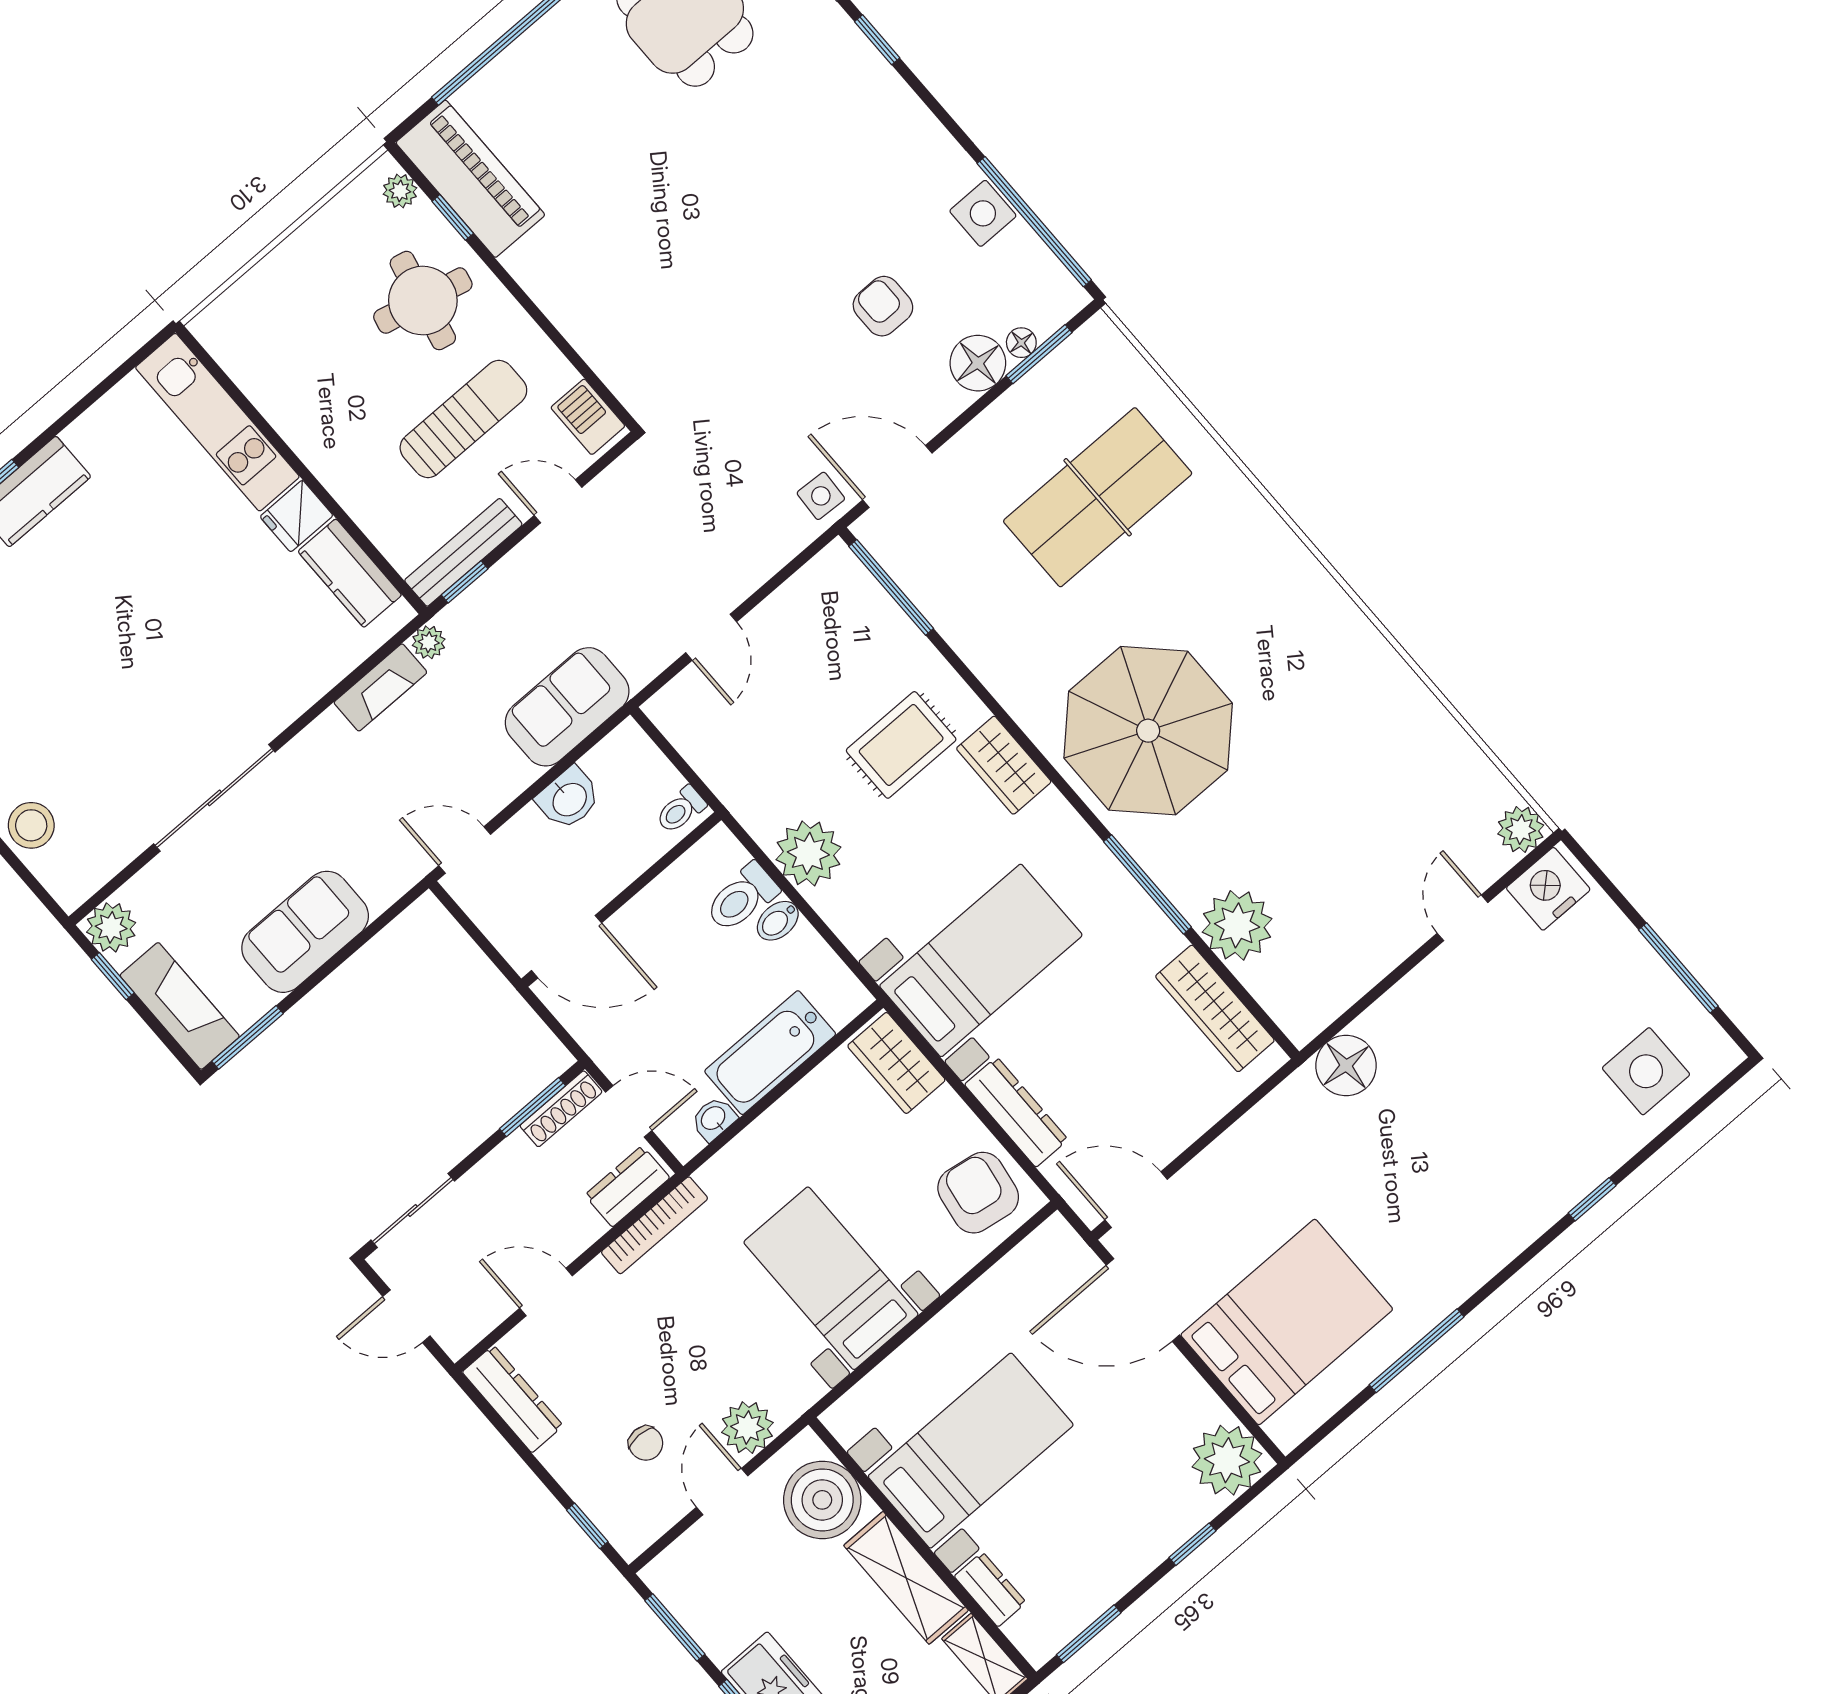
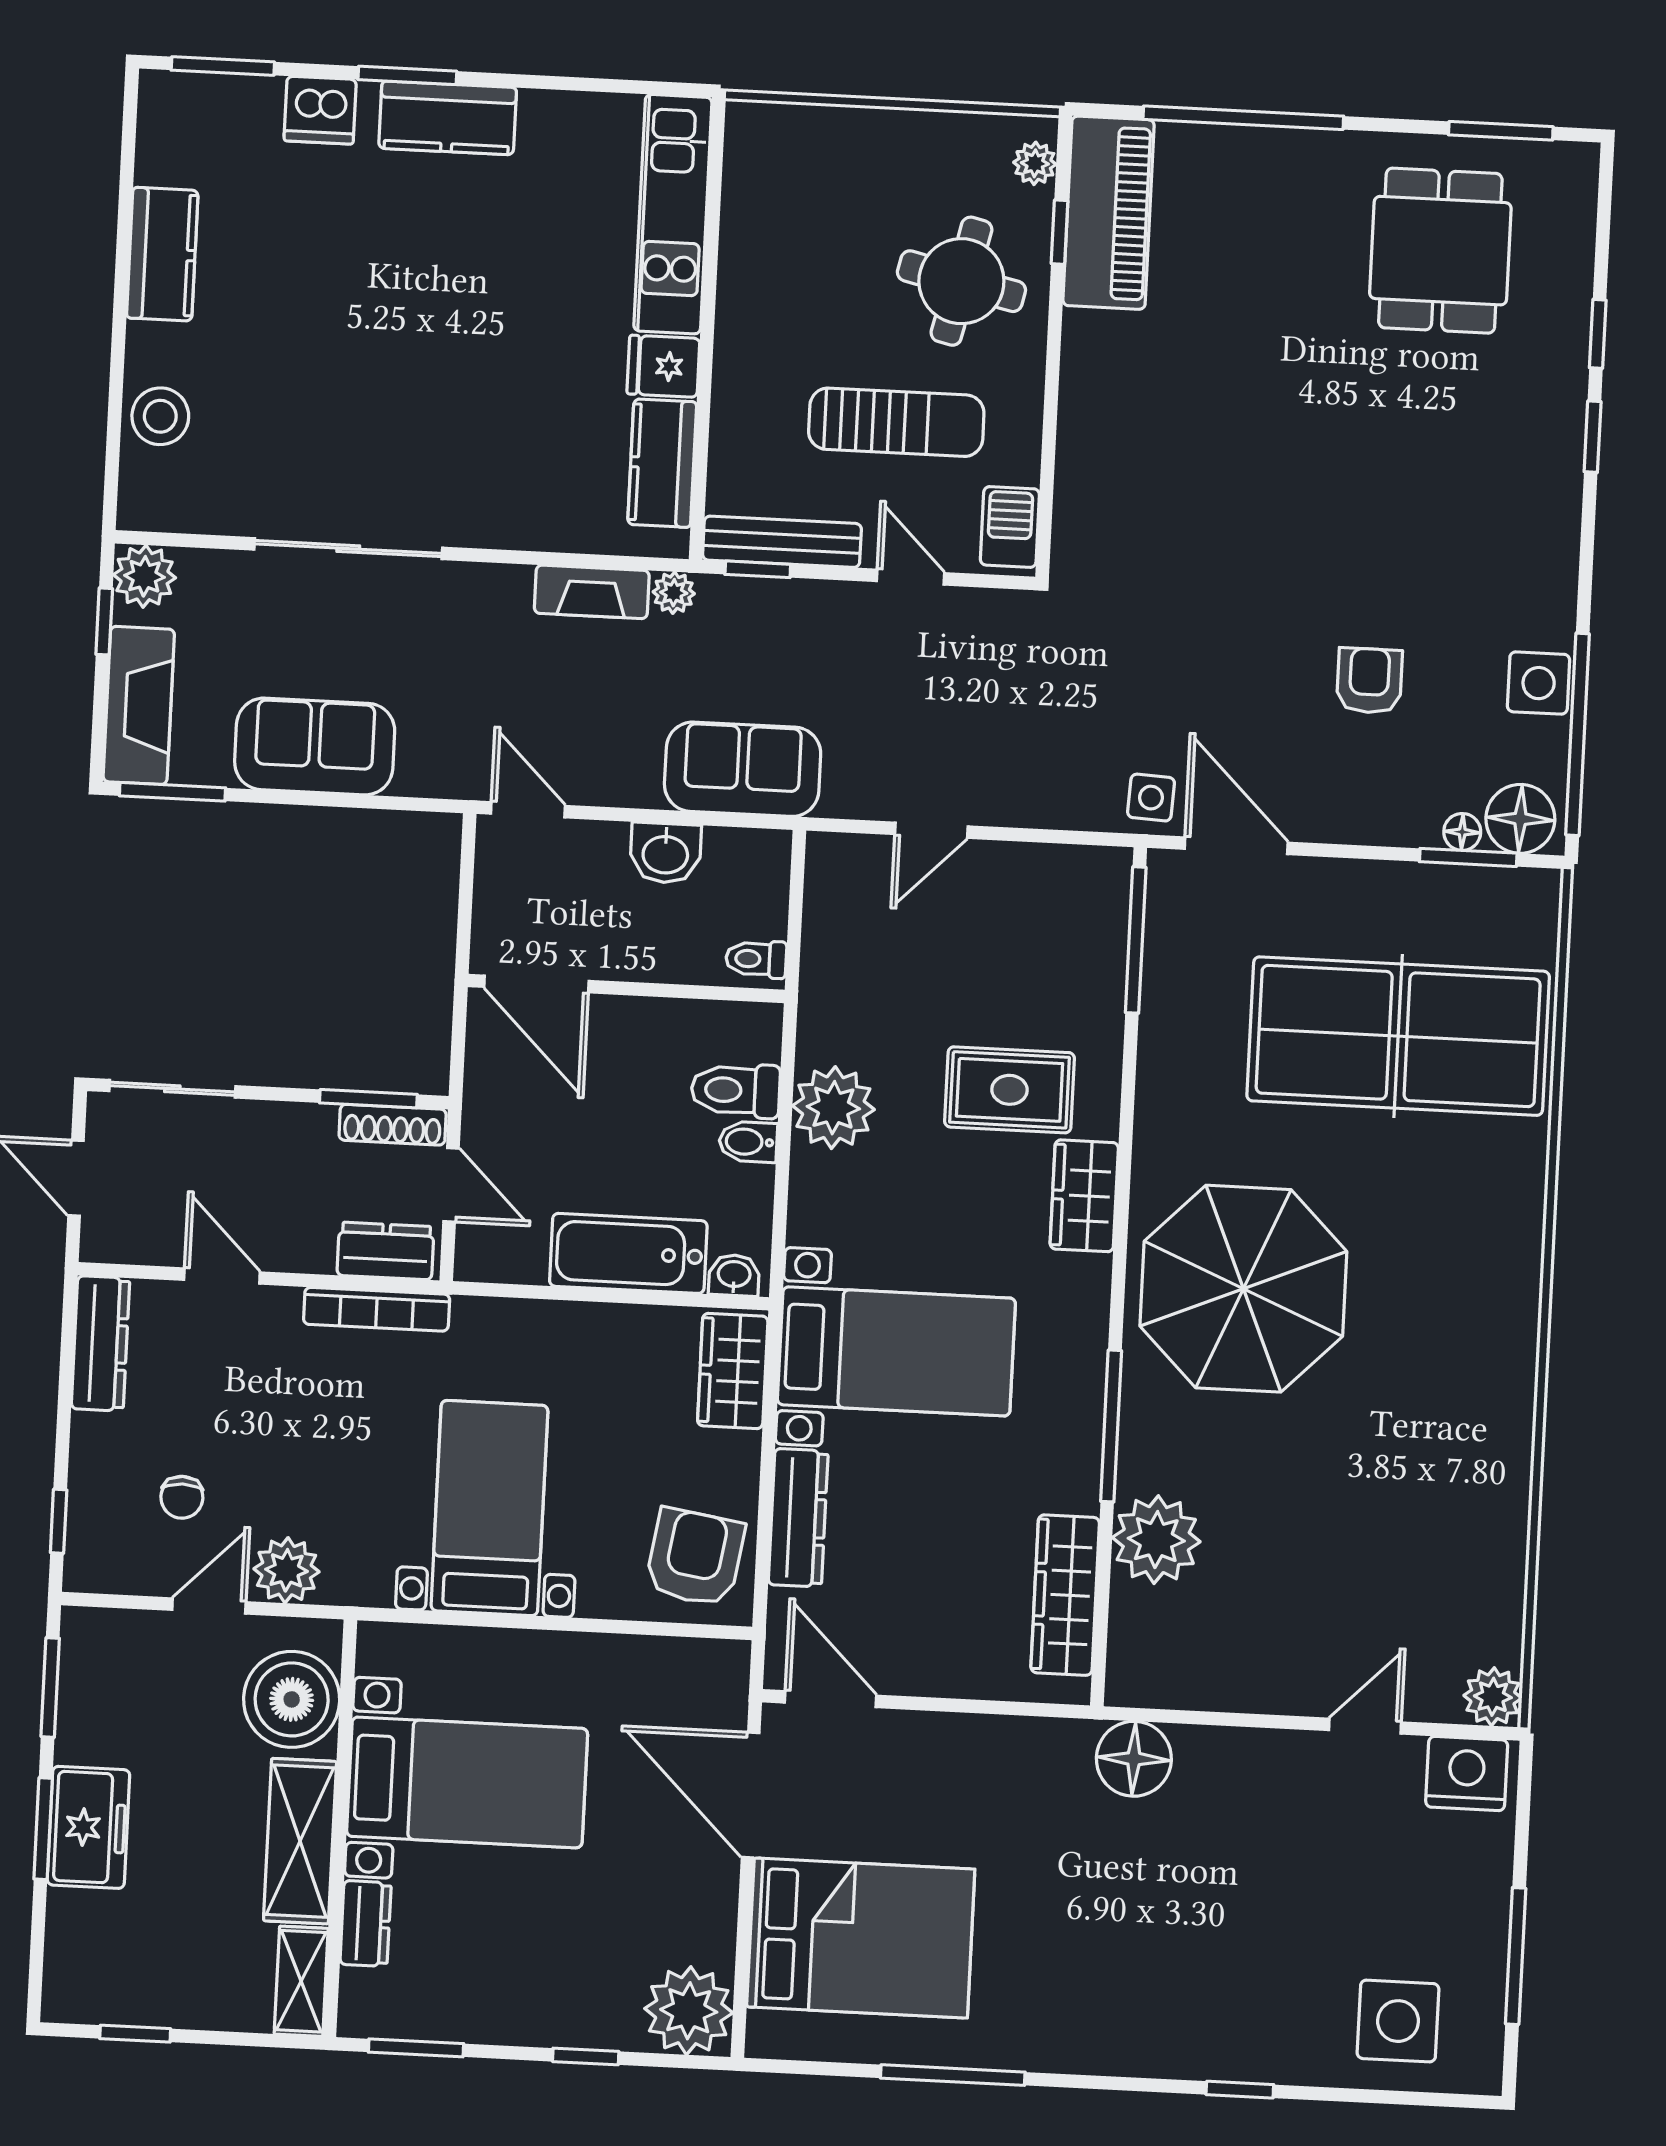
floor lamp: (978, 363) -> (1520, 819), moved
table tennis table: (1098, 497) -> (1398, 1036), width x1.36, depth x1.32
washbasin: (714, 1119) -> (734, 1275), moved

